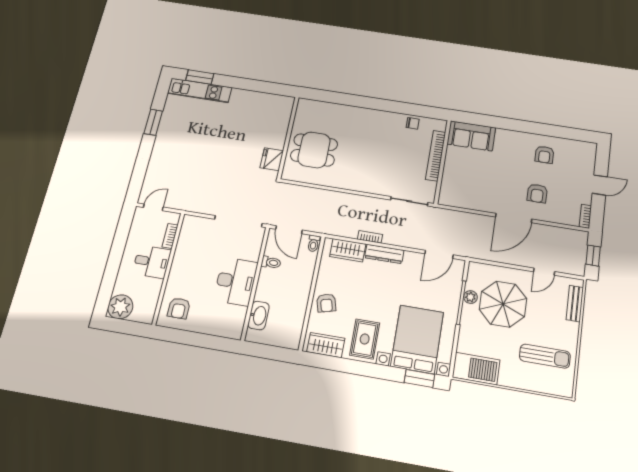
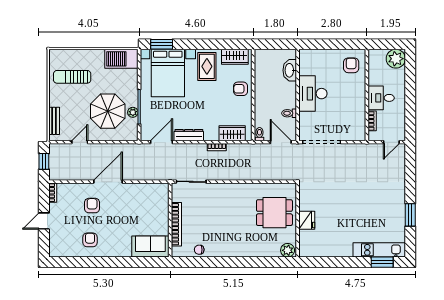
plant: (307, 106) -> (288, 250), added
fridge: (272, 159) -> (307, 220), moved
dresser: (384, 254) -> (189, 135), moved
armchair: (326, 303) -> (241, 89), turned -75

